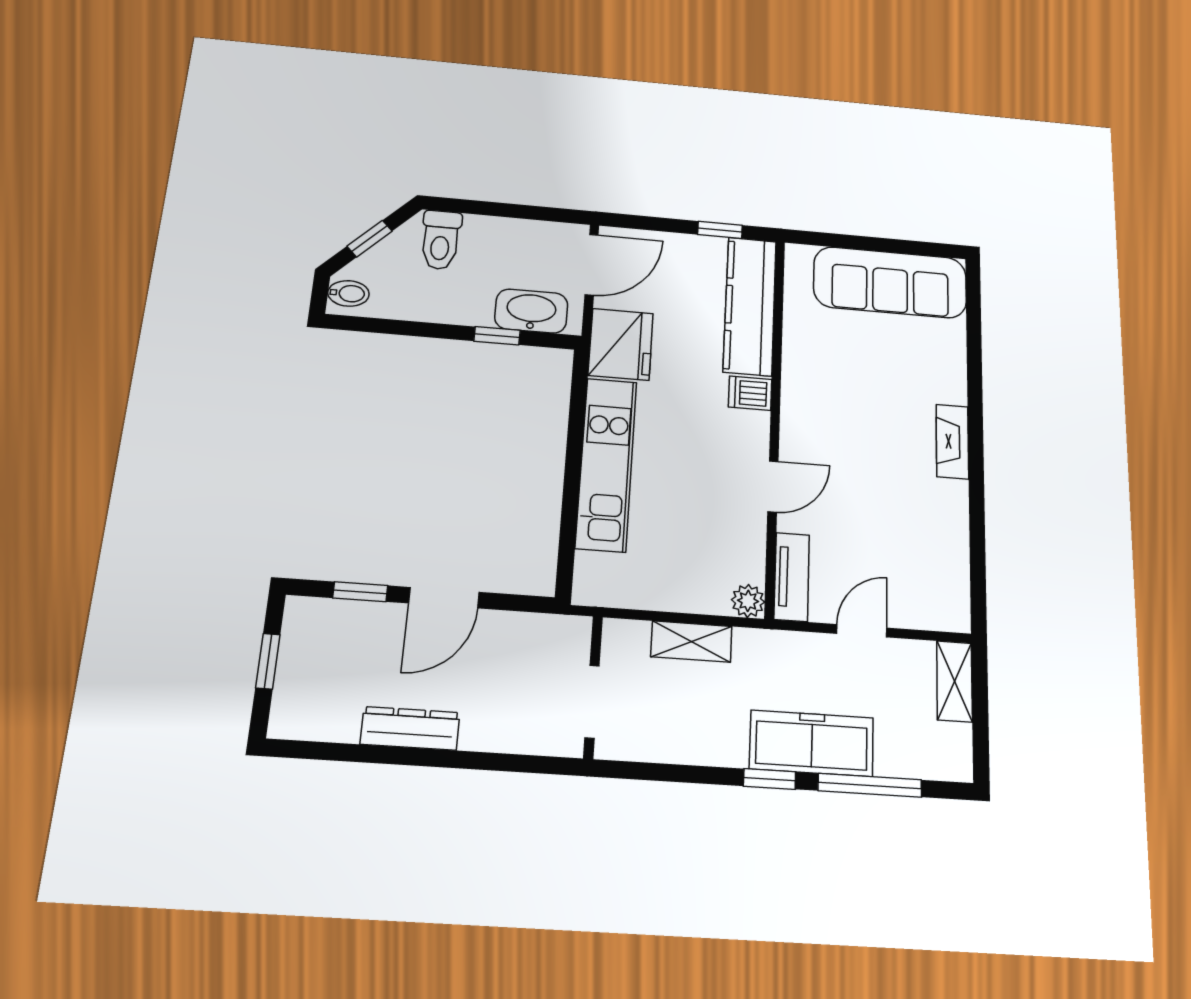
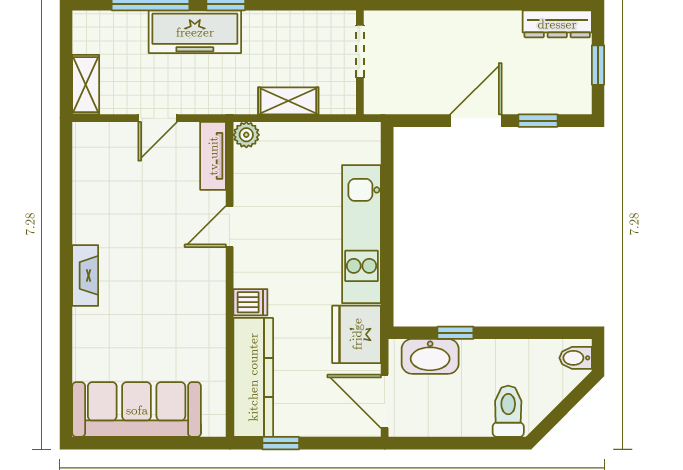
window: (370, 239) -> (565, 407), removed
door: (592, 265) -> (385, 401), hinge flipped
dresser: (410, 728) -> (557, 24), moved

